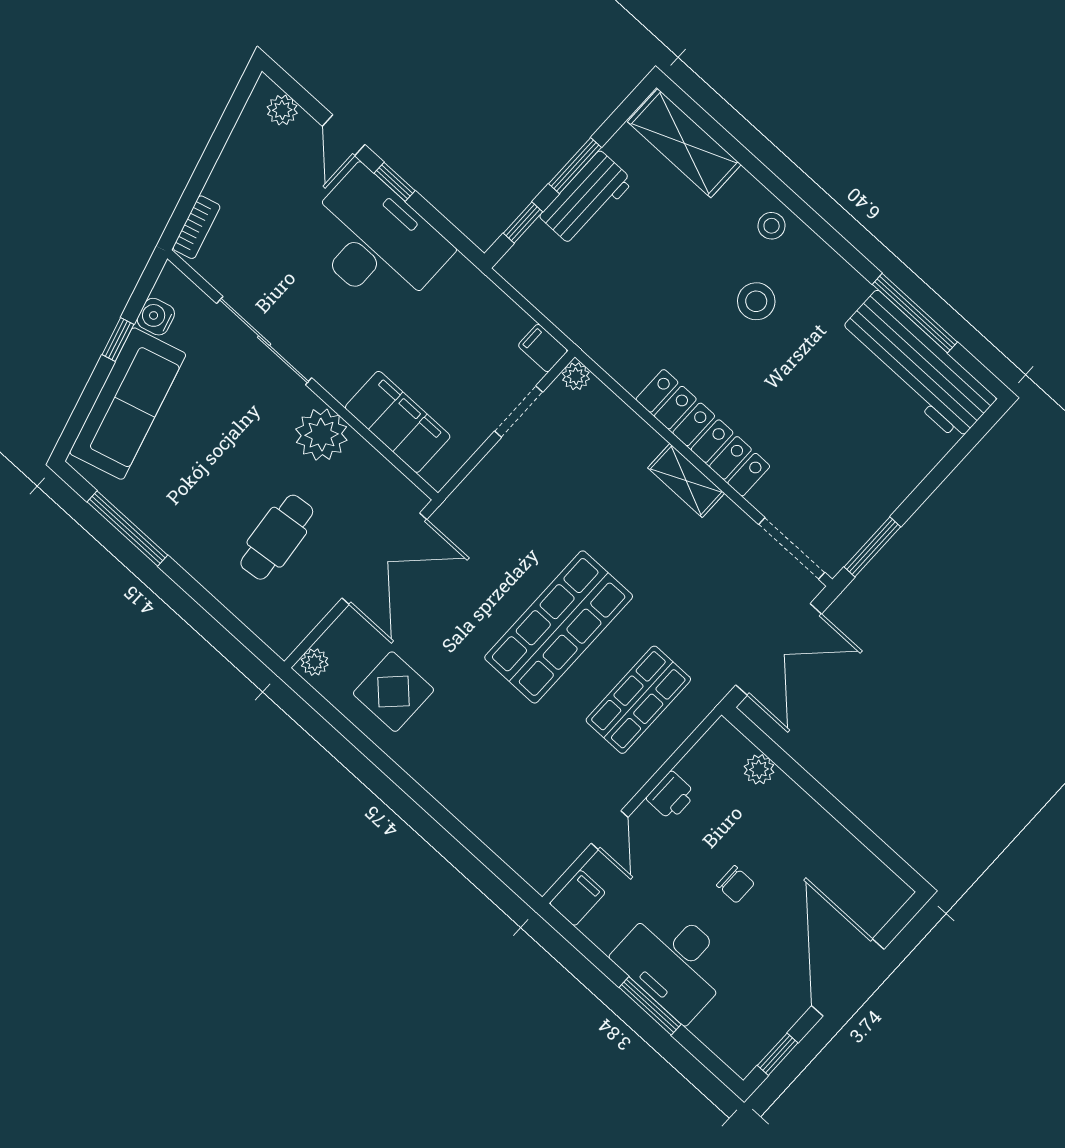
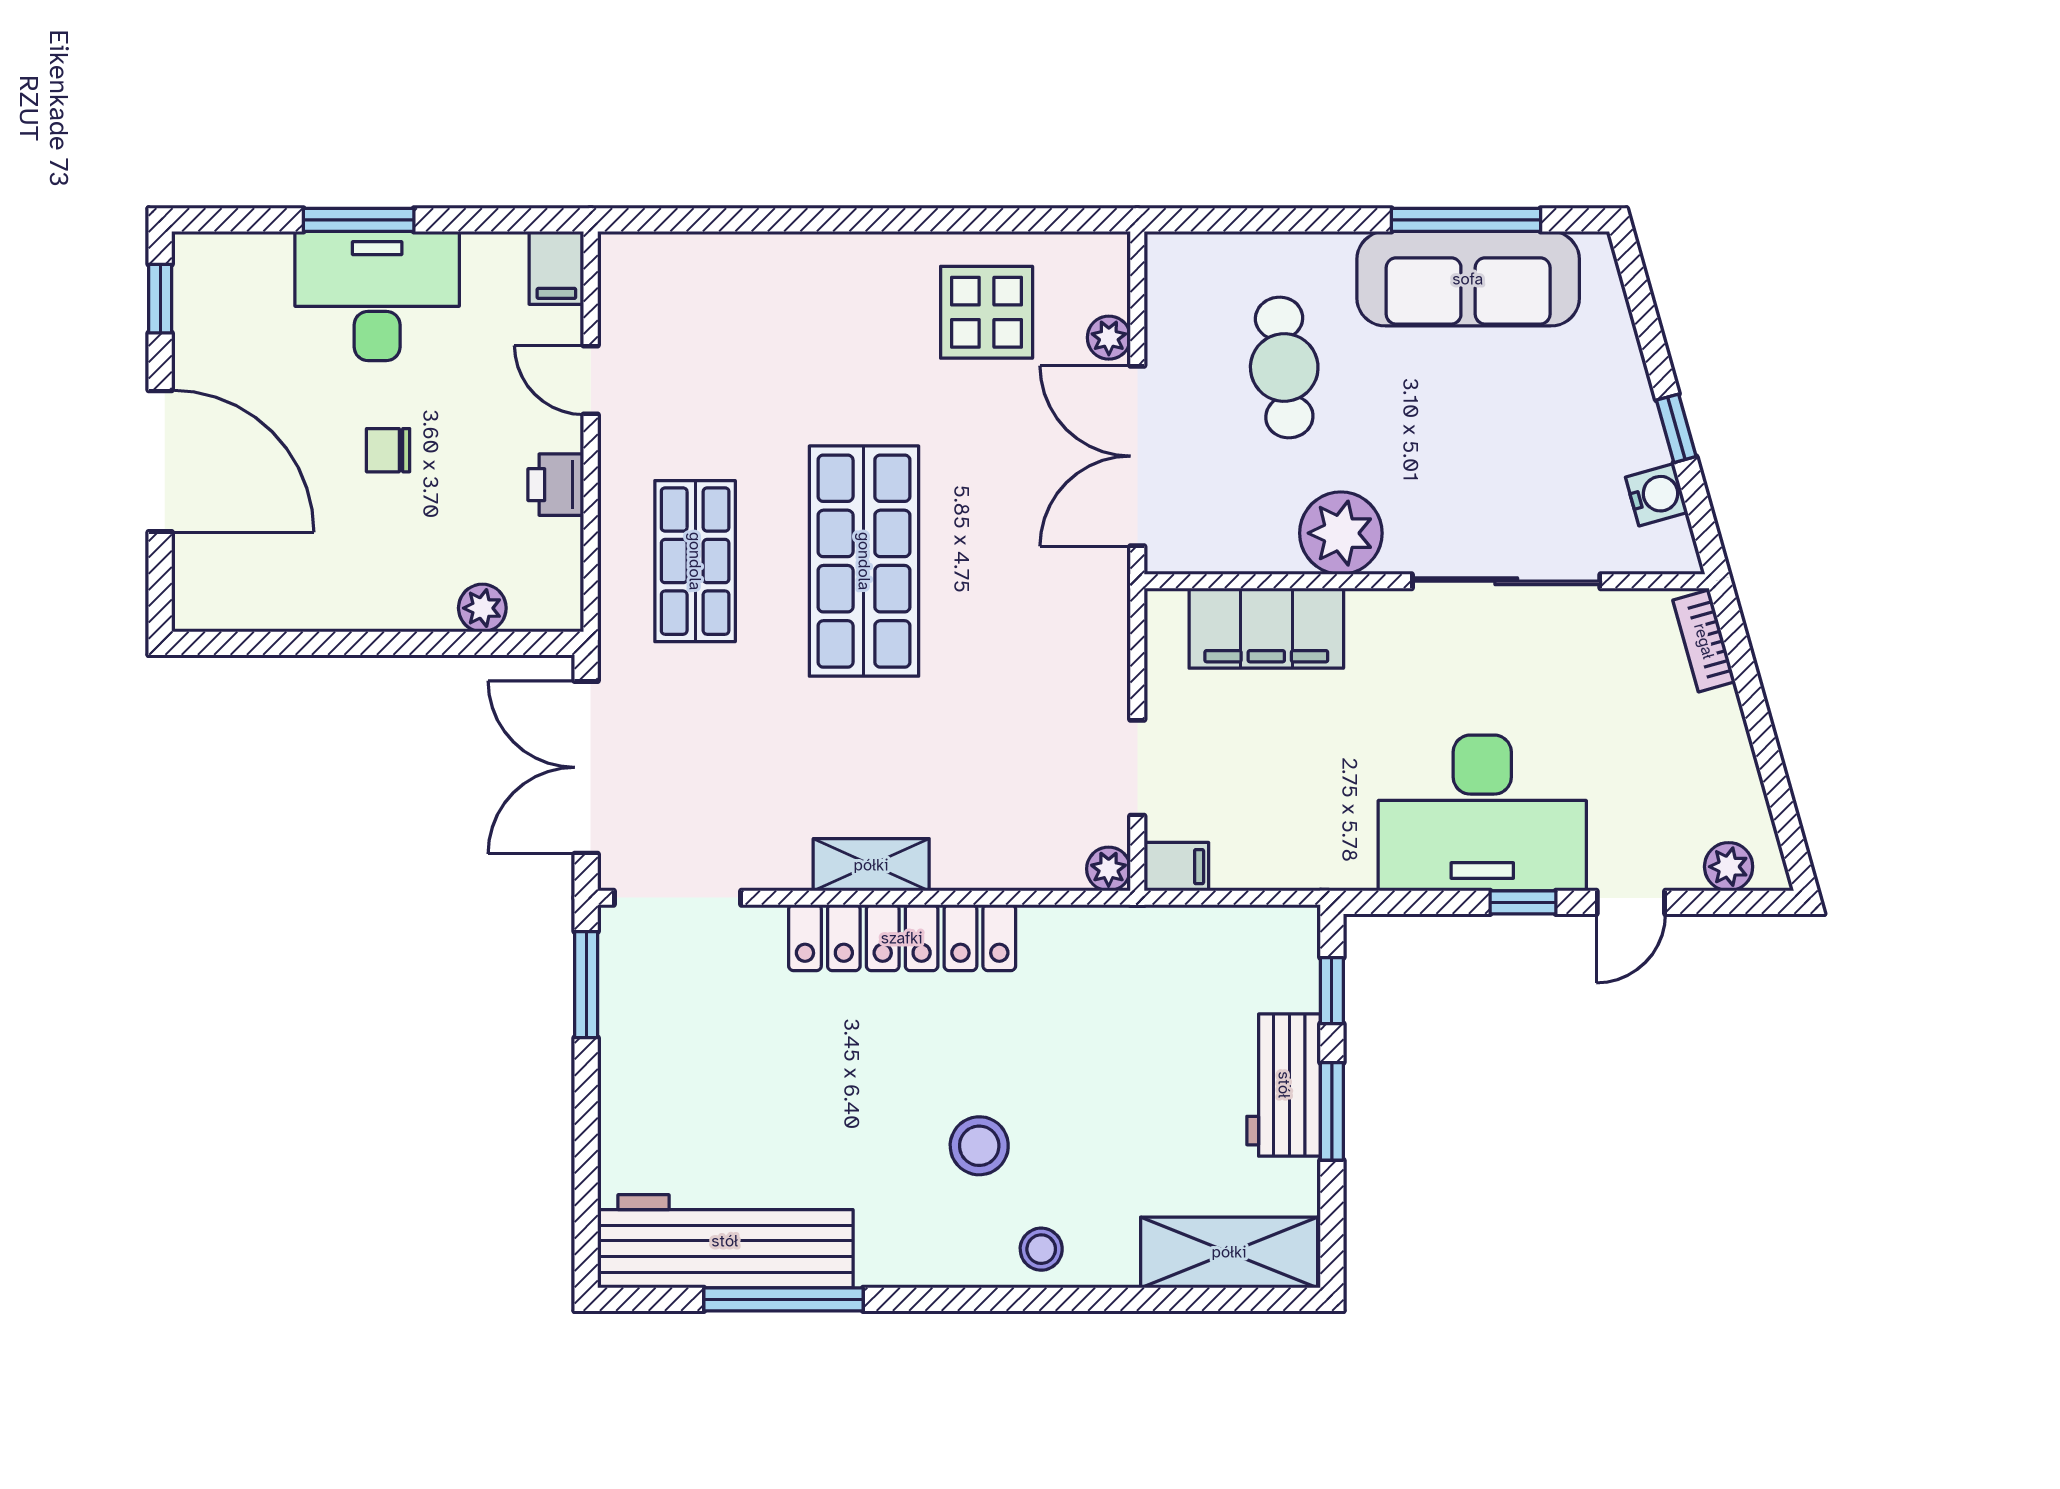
door: (344, 135) -> (1631, 902), swing flipped
sofa: (128, 404) -> (1468, 279), moved, turned -74
plant: (315, 662) -> (1109, 338), moved

